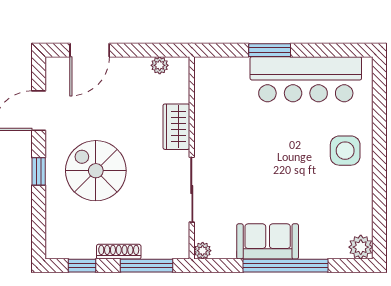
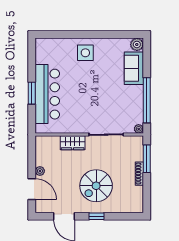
plant: (160, 65) -> (40, 171), moved
bar counter: (306, 79) -> (47, 94), moved
sofa: (268, 241) -> (134, 68), moved
window: (82, 266) -> (147, 193), removed
window: (286, 266) -> (147, 100), moved

